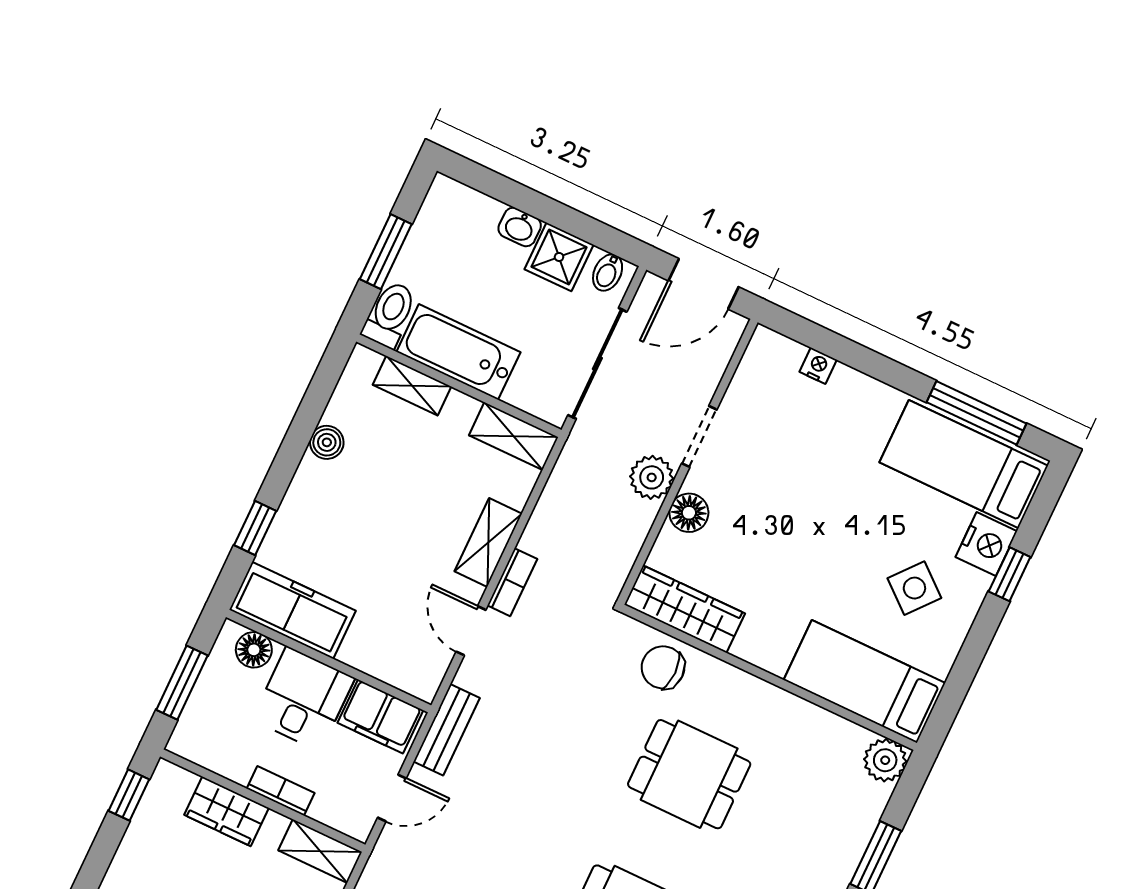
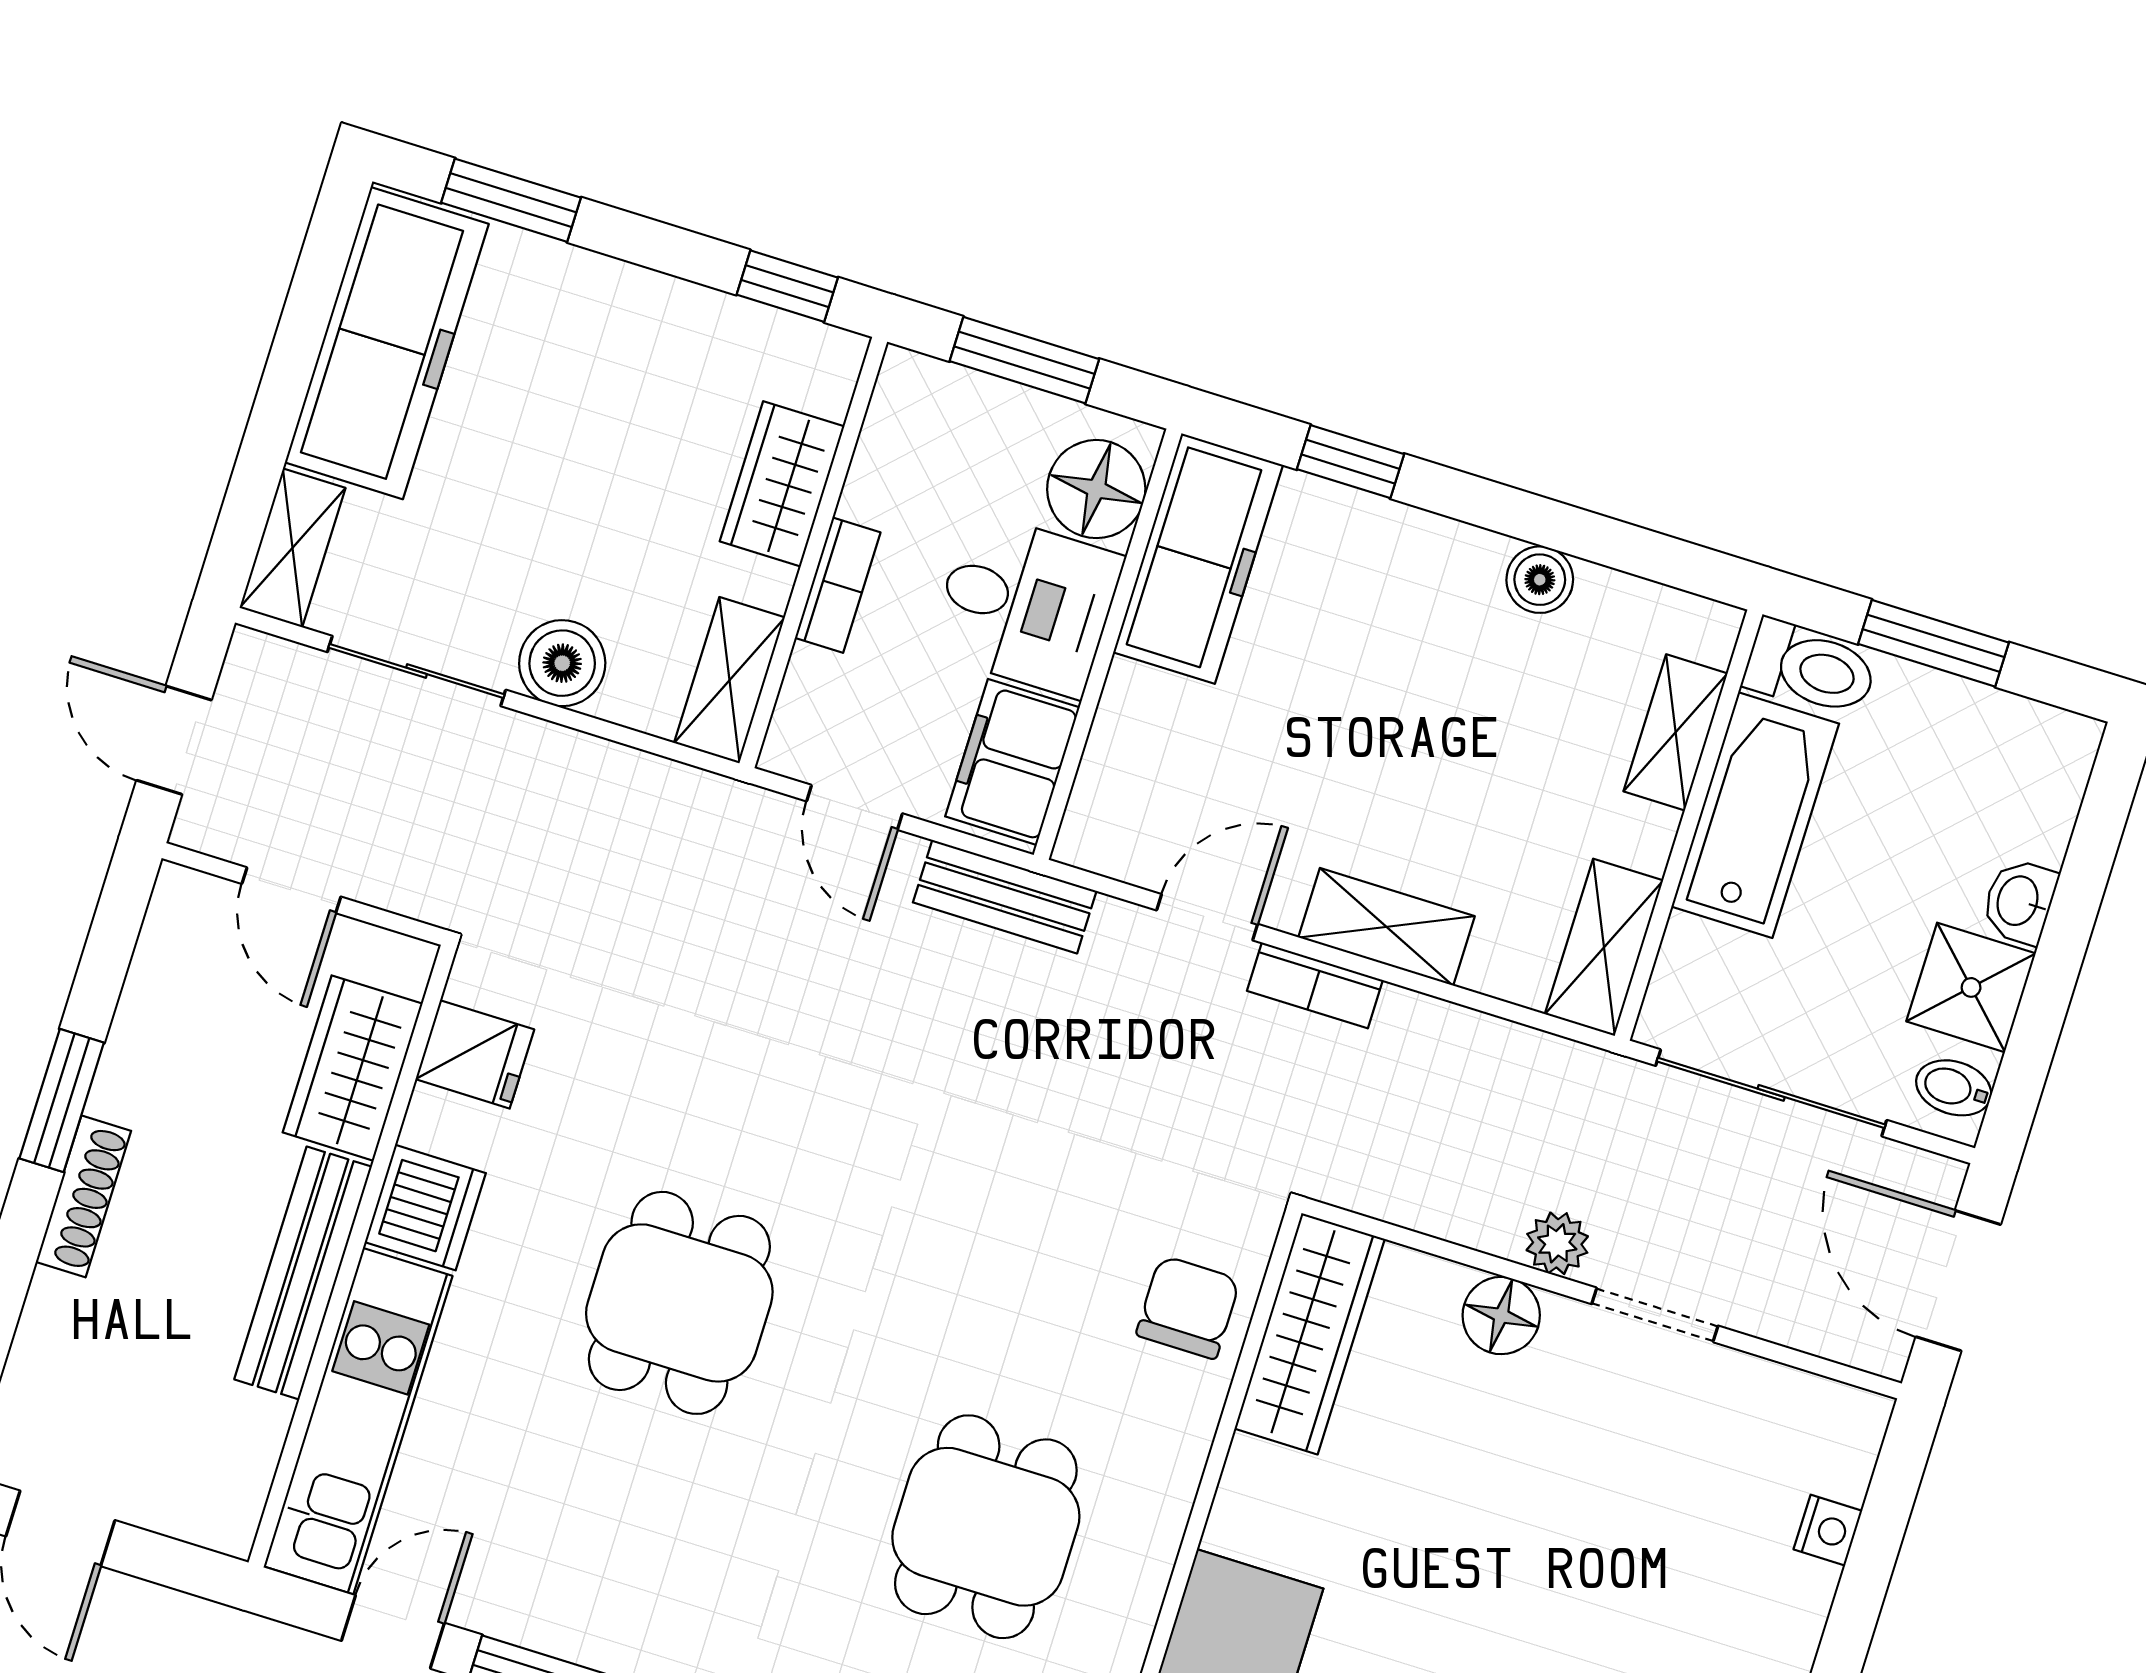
plant: (652, 477) -> (1557, 1243), width x0.73, depth x0.73
floor lamp: (254, 650) -> (1096, 489), width x1.38, depth x1.38
dining table: (689, 774) -> (986, 1527), moved

